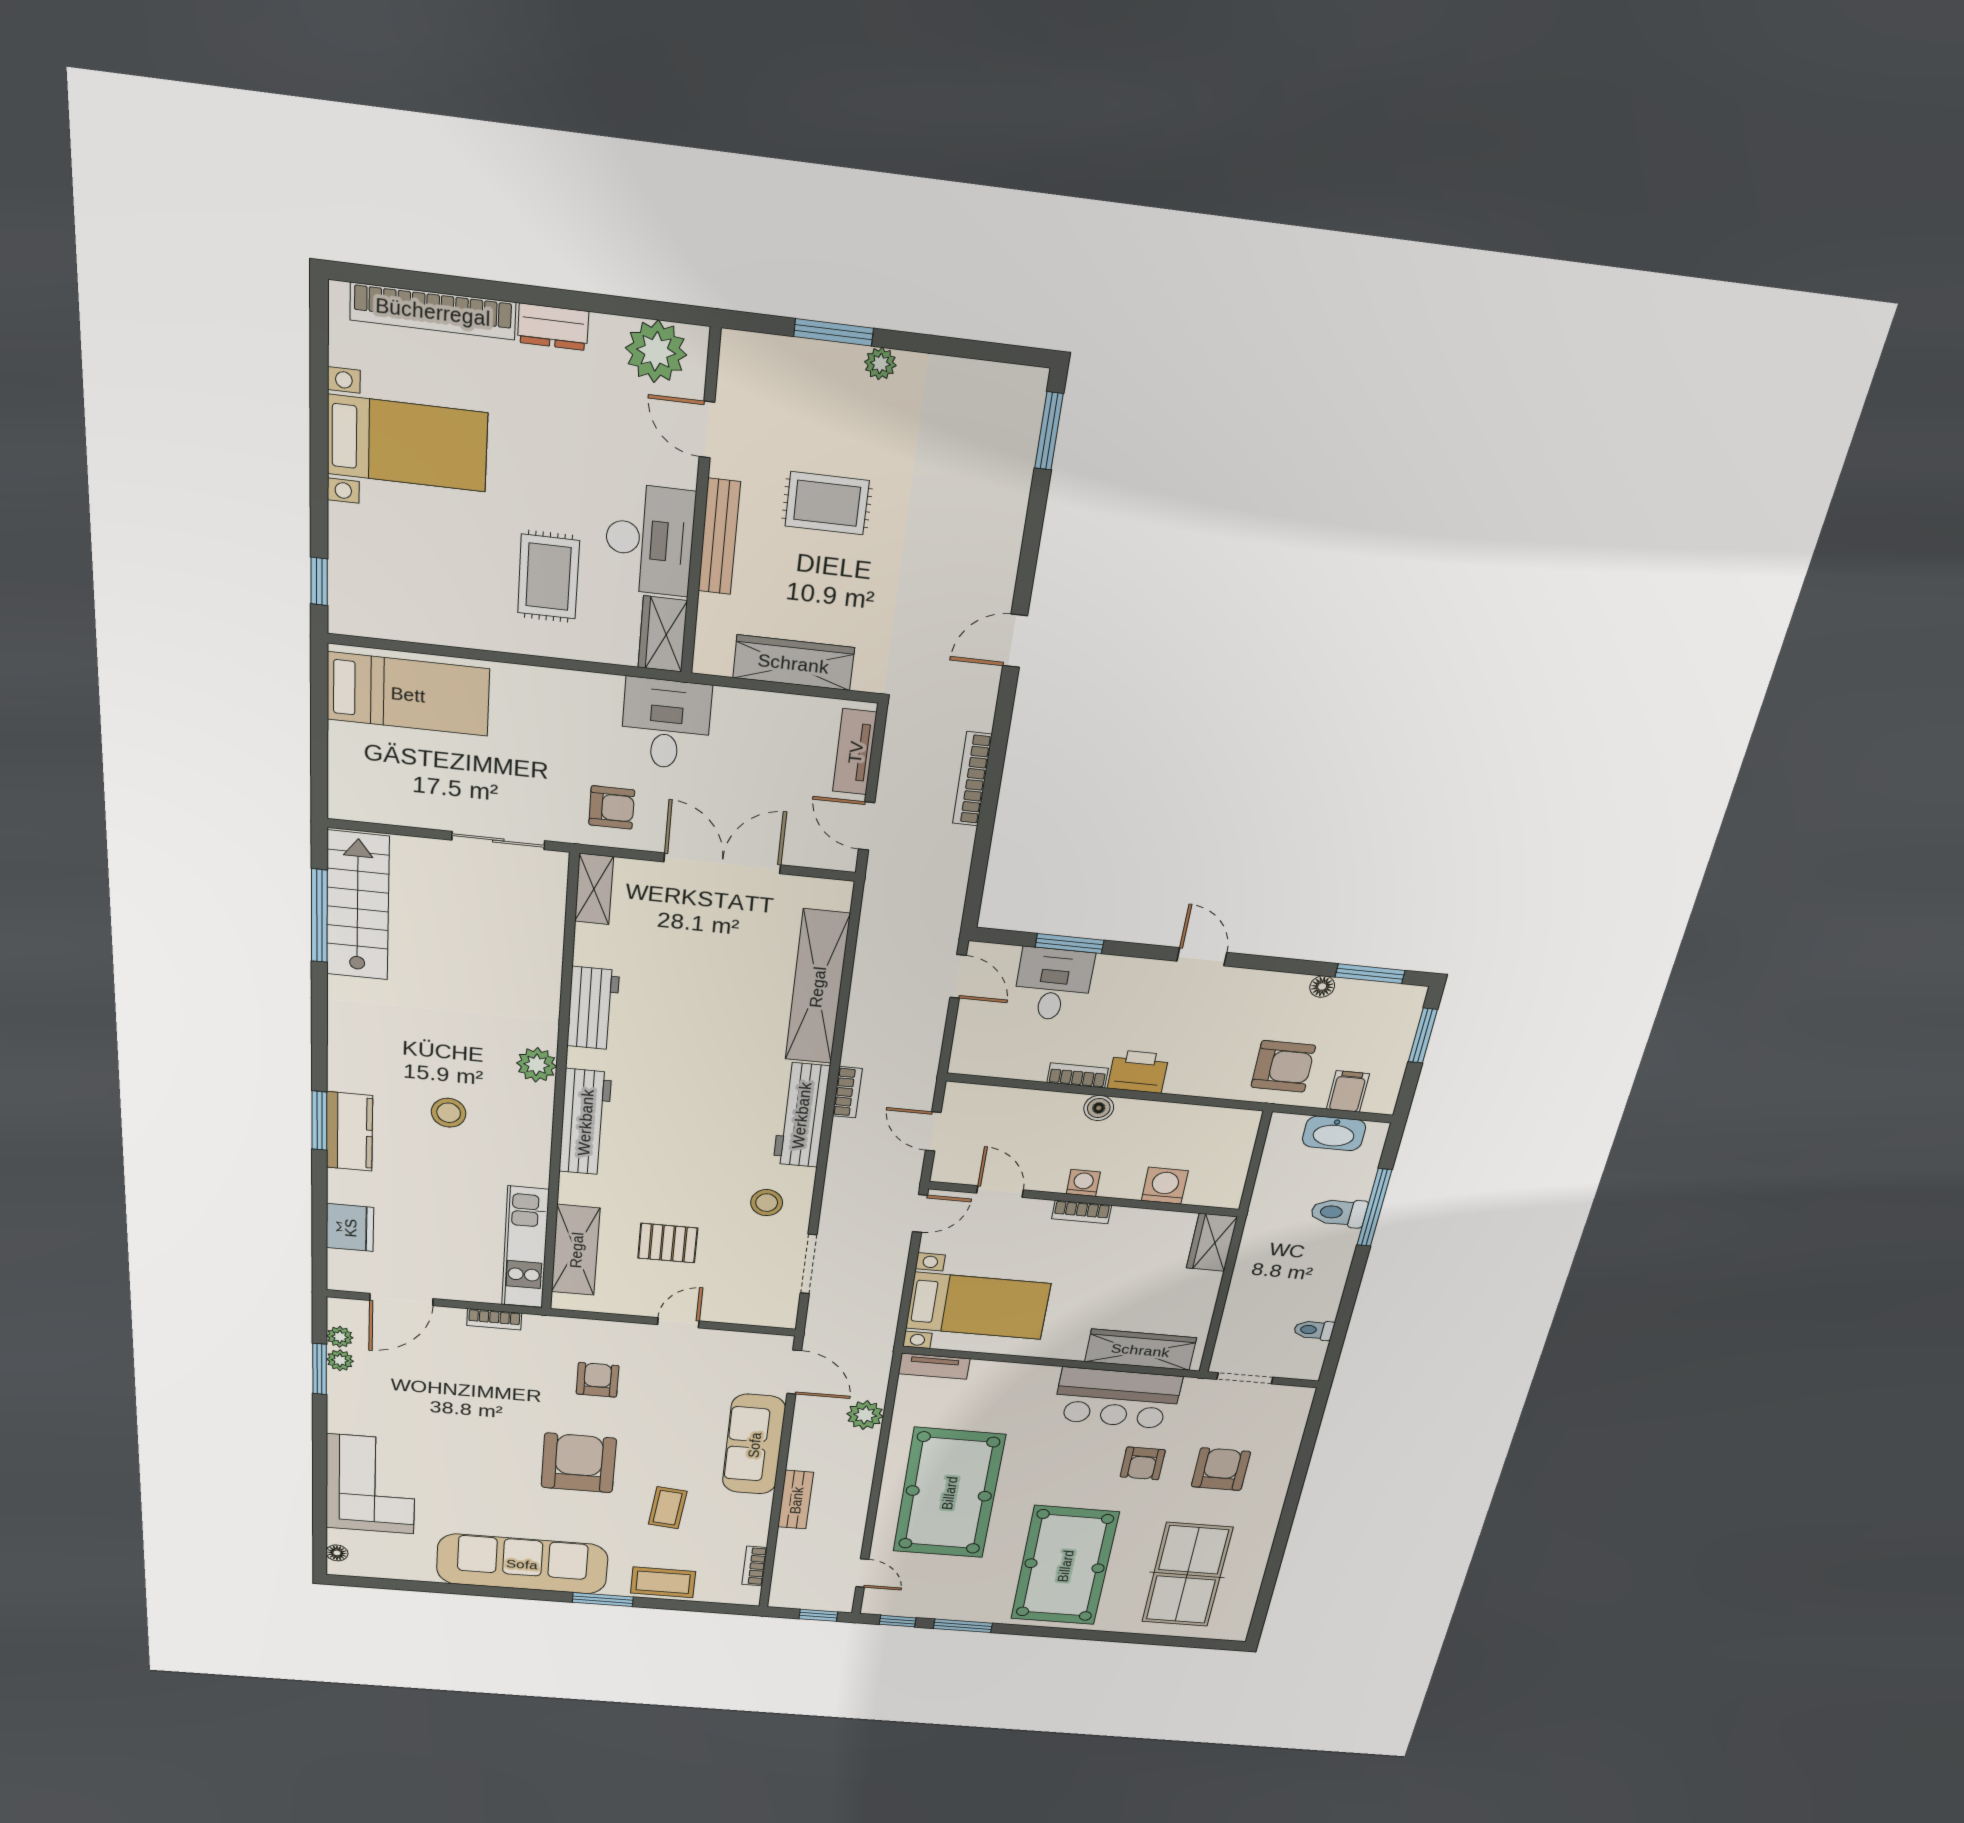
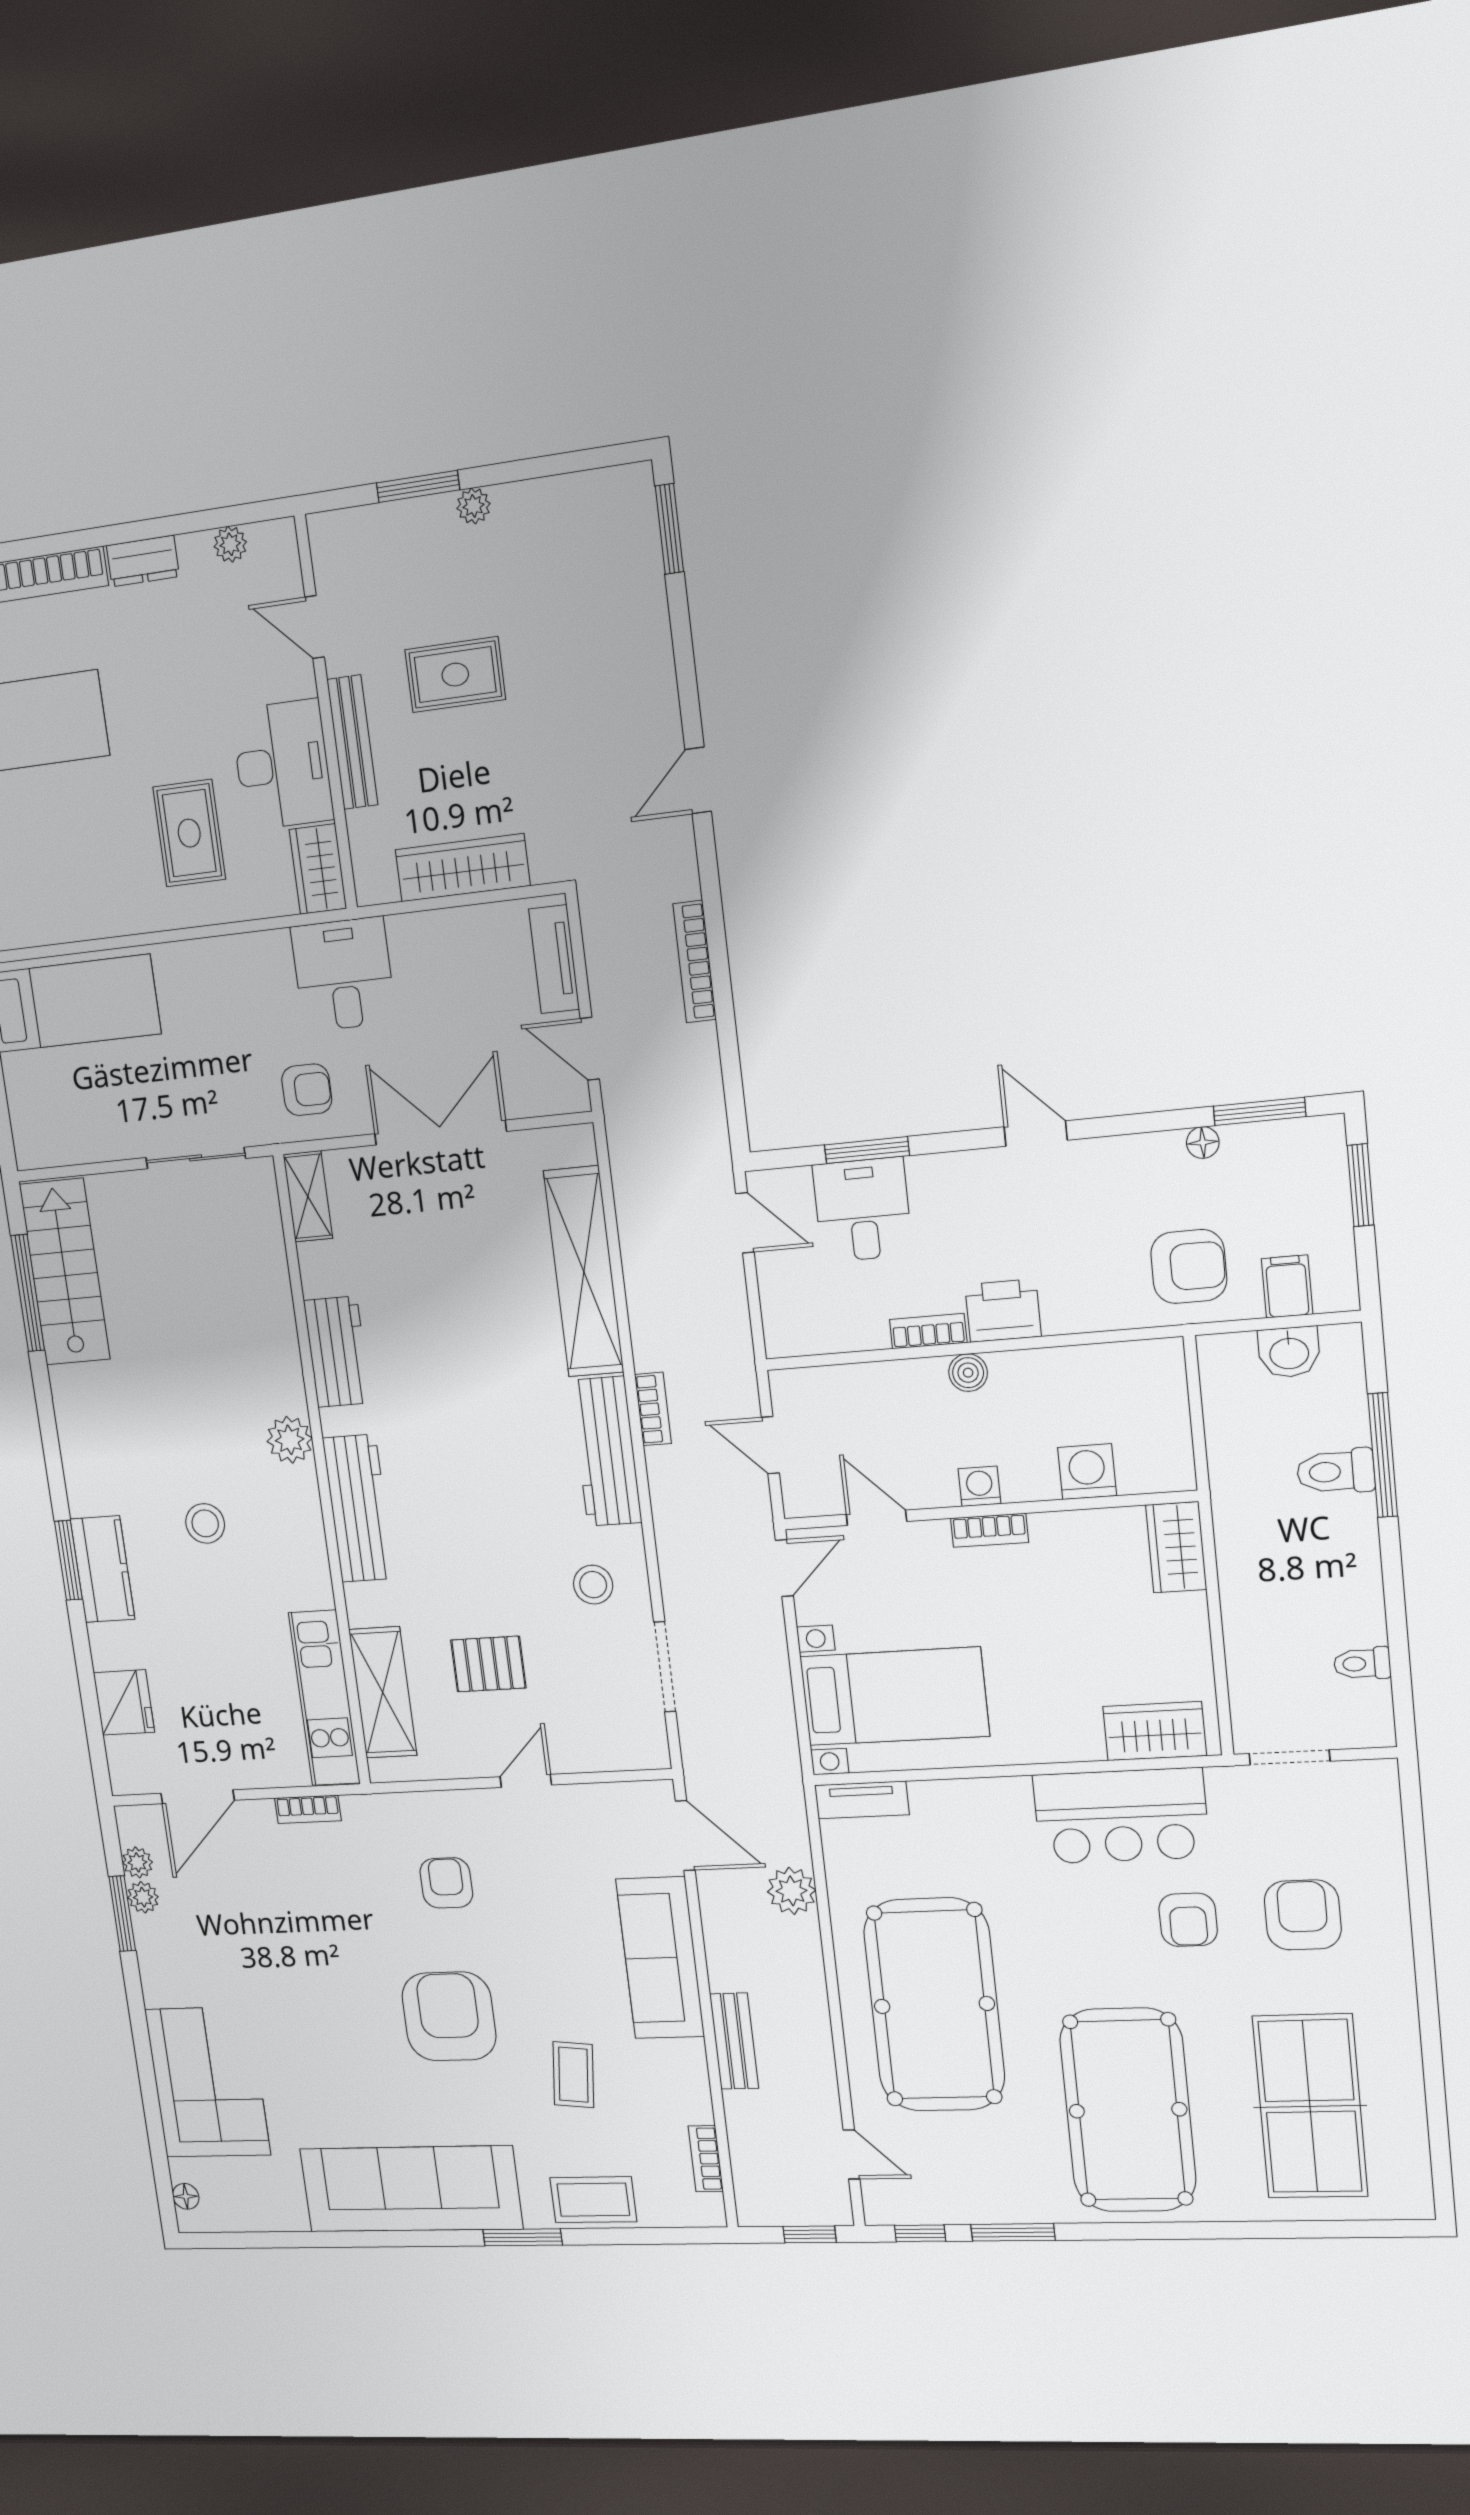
plant: (656, 351) -> (230, 544), width x0.53, depth x0.53
washbasin: (1334, 1133) -> (1289, 1352), width x0.72
wardrobe: (1141, 1350) -> (1155, 1731), width x0.67

